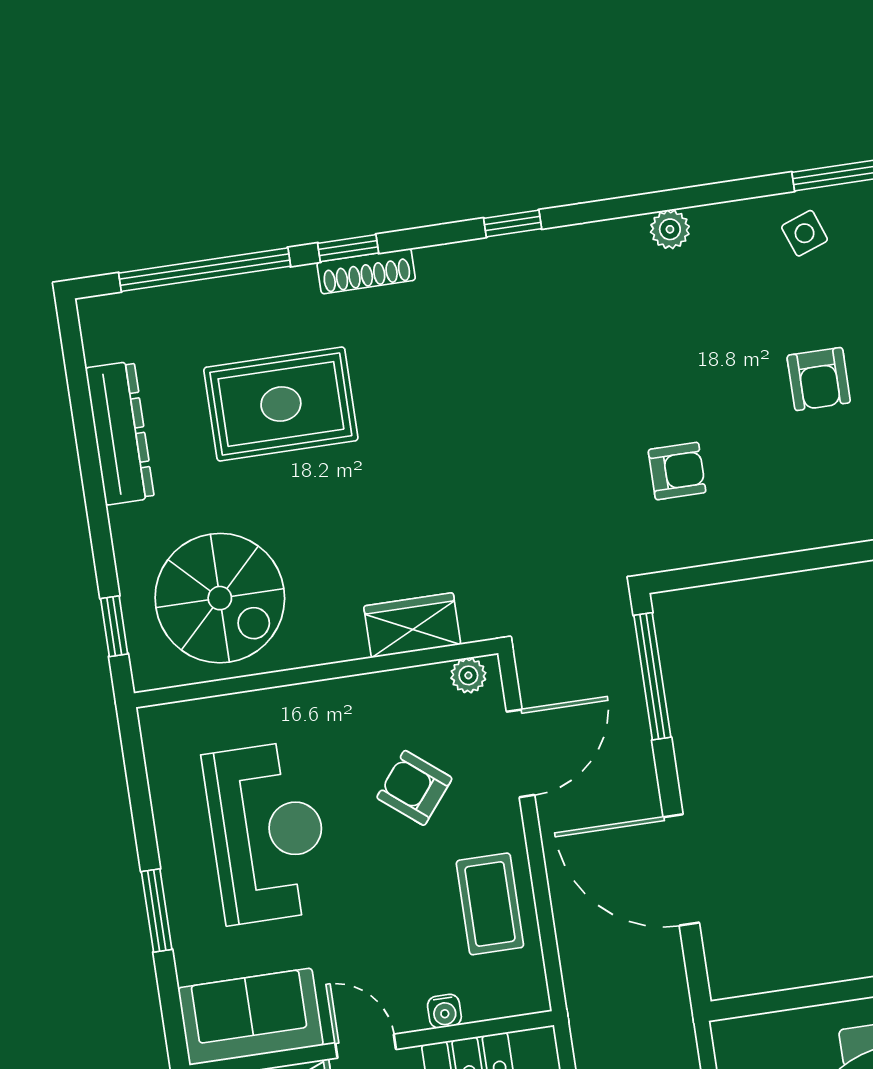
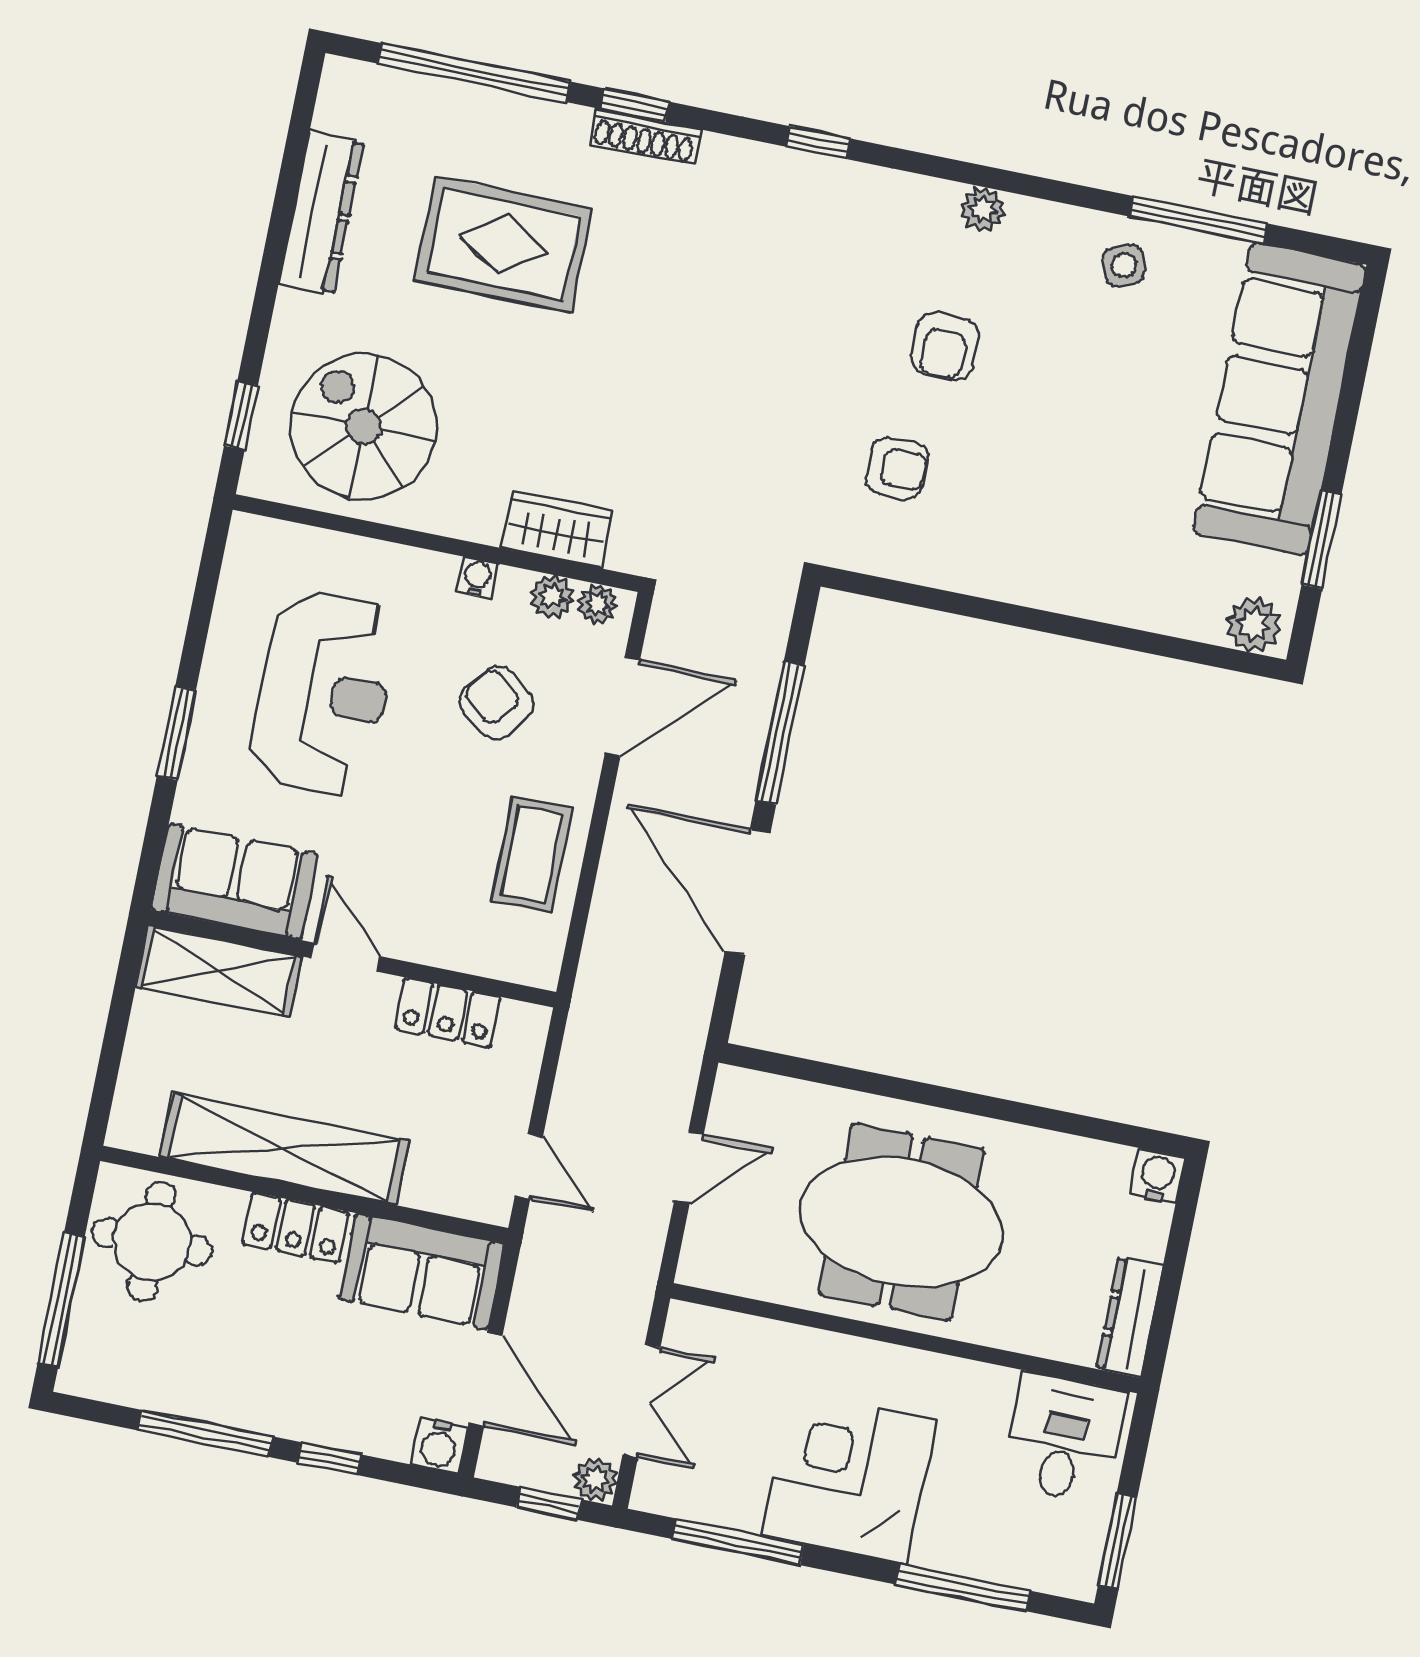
armchair: (819, 379) -> (945, 346), moved
spiral stairs: (220, 598) -> (364, 426), turned 180
window: (652, 676) -> (780, 733), moved
plant: (428, 683) -> (552, 597), added
water cooler: (444, 1011) -> (477, 578), moved, turned 180

